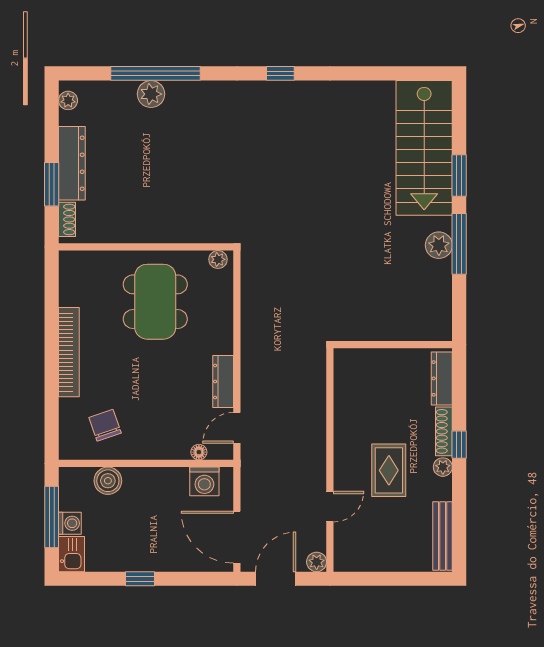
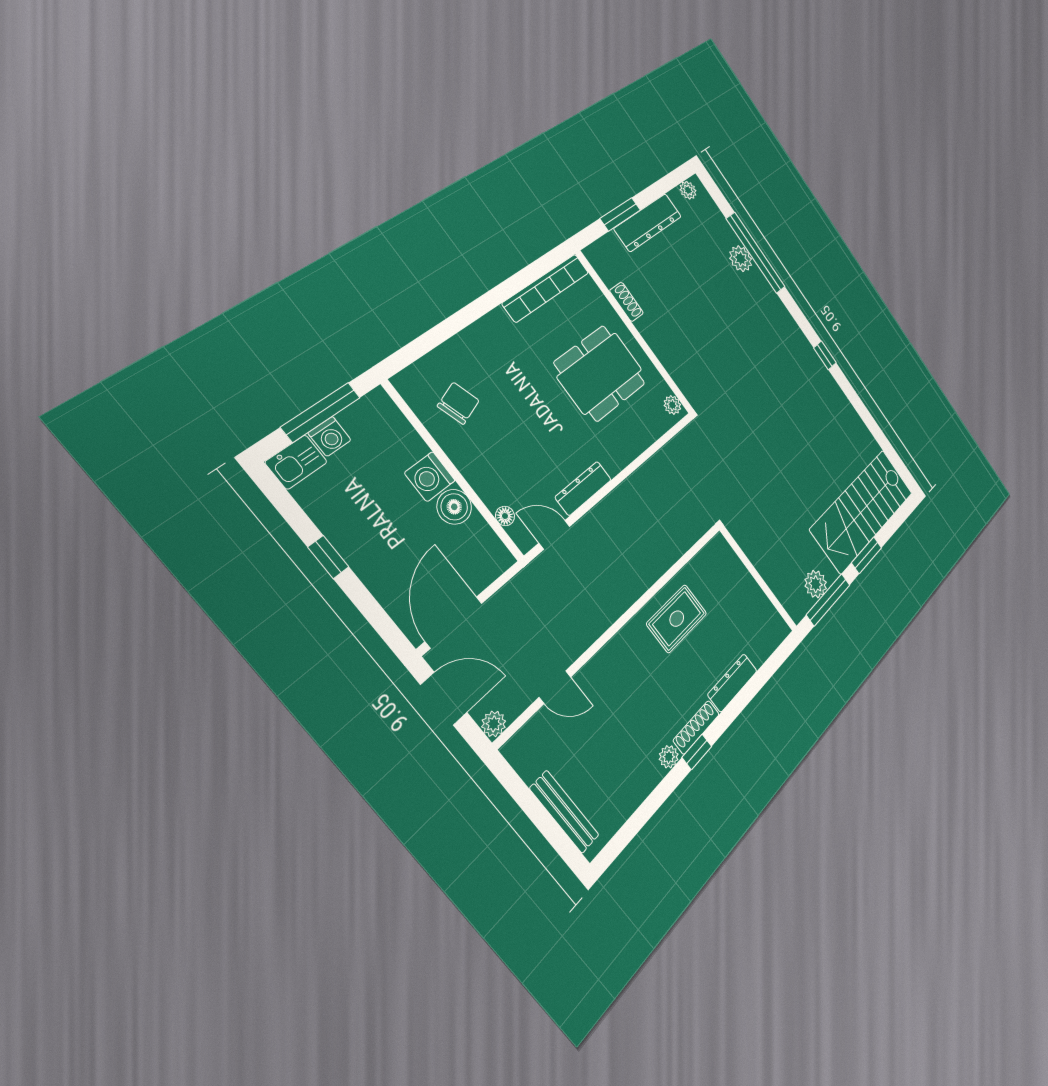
shoe rack: (67, 219) -> (627, 302), moved, turned -90
wall: (393, 345) -> (758, 579), moved
bookcase: (69, 352) -> (546, 288), moved
rug: (389, 470) -> (677, 619), moved
boiler: (108, 481) -> (454, 507), moved
washing machine: (204, 481) -> (430, 477), moved
bench: (443, 536) -> (564, 812), moved, turned 90

